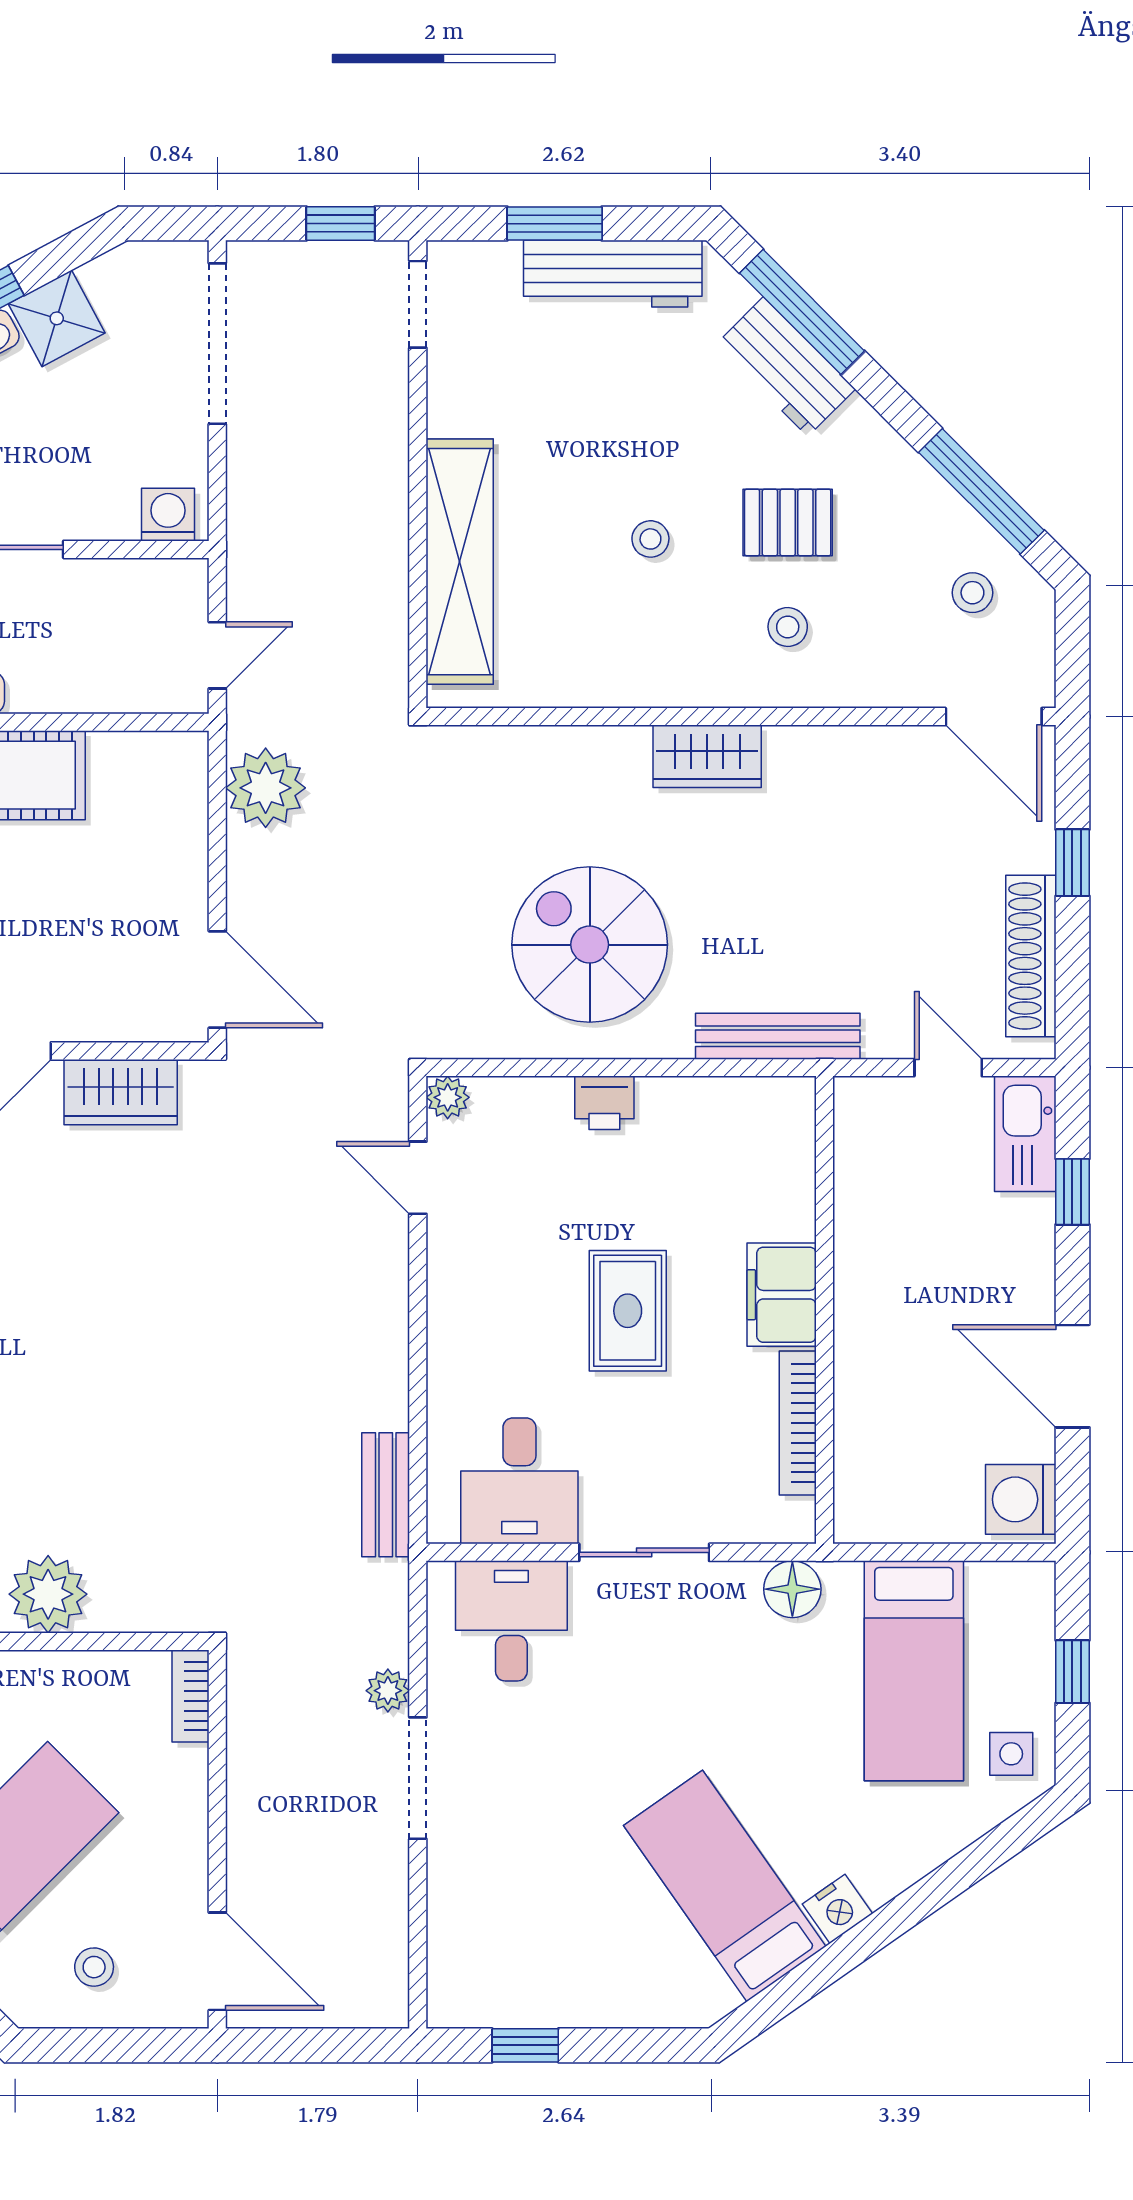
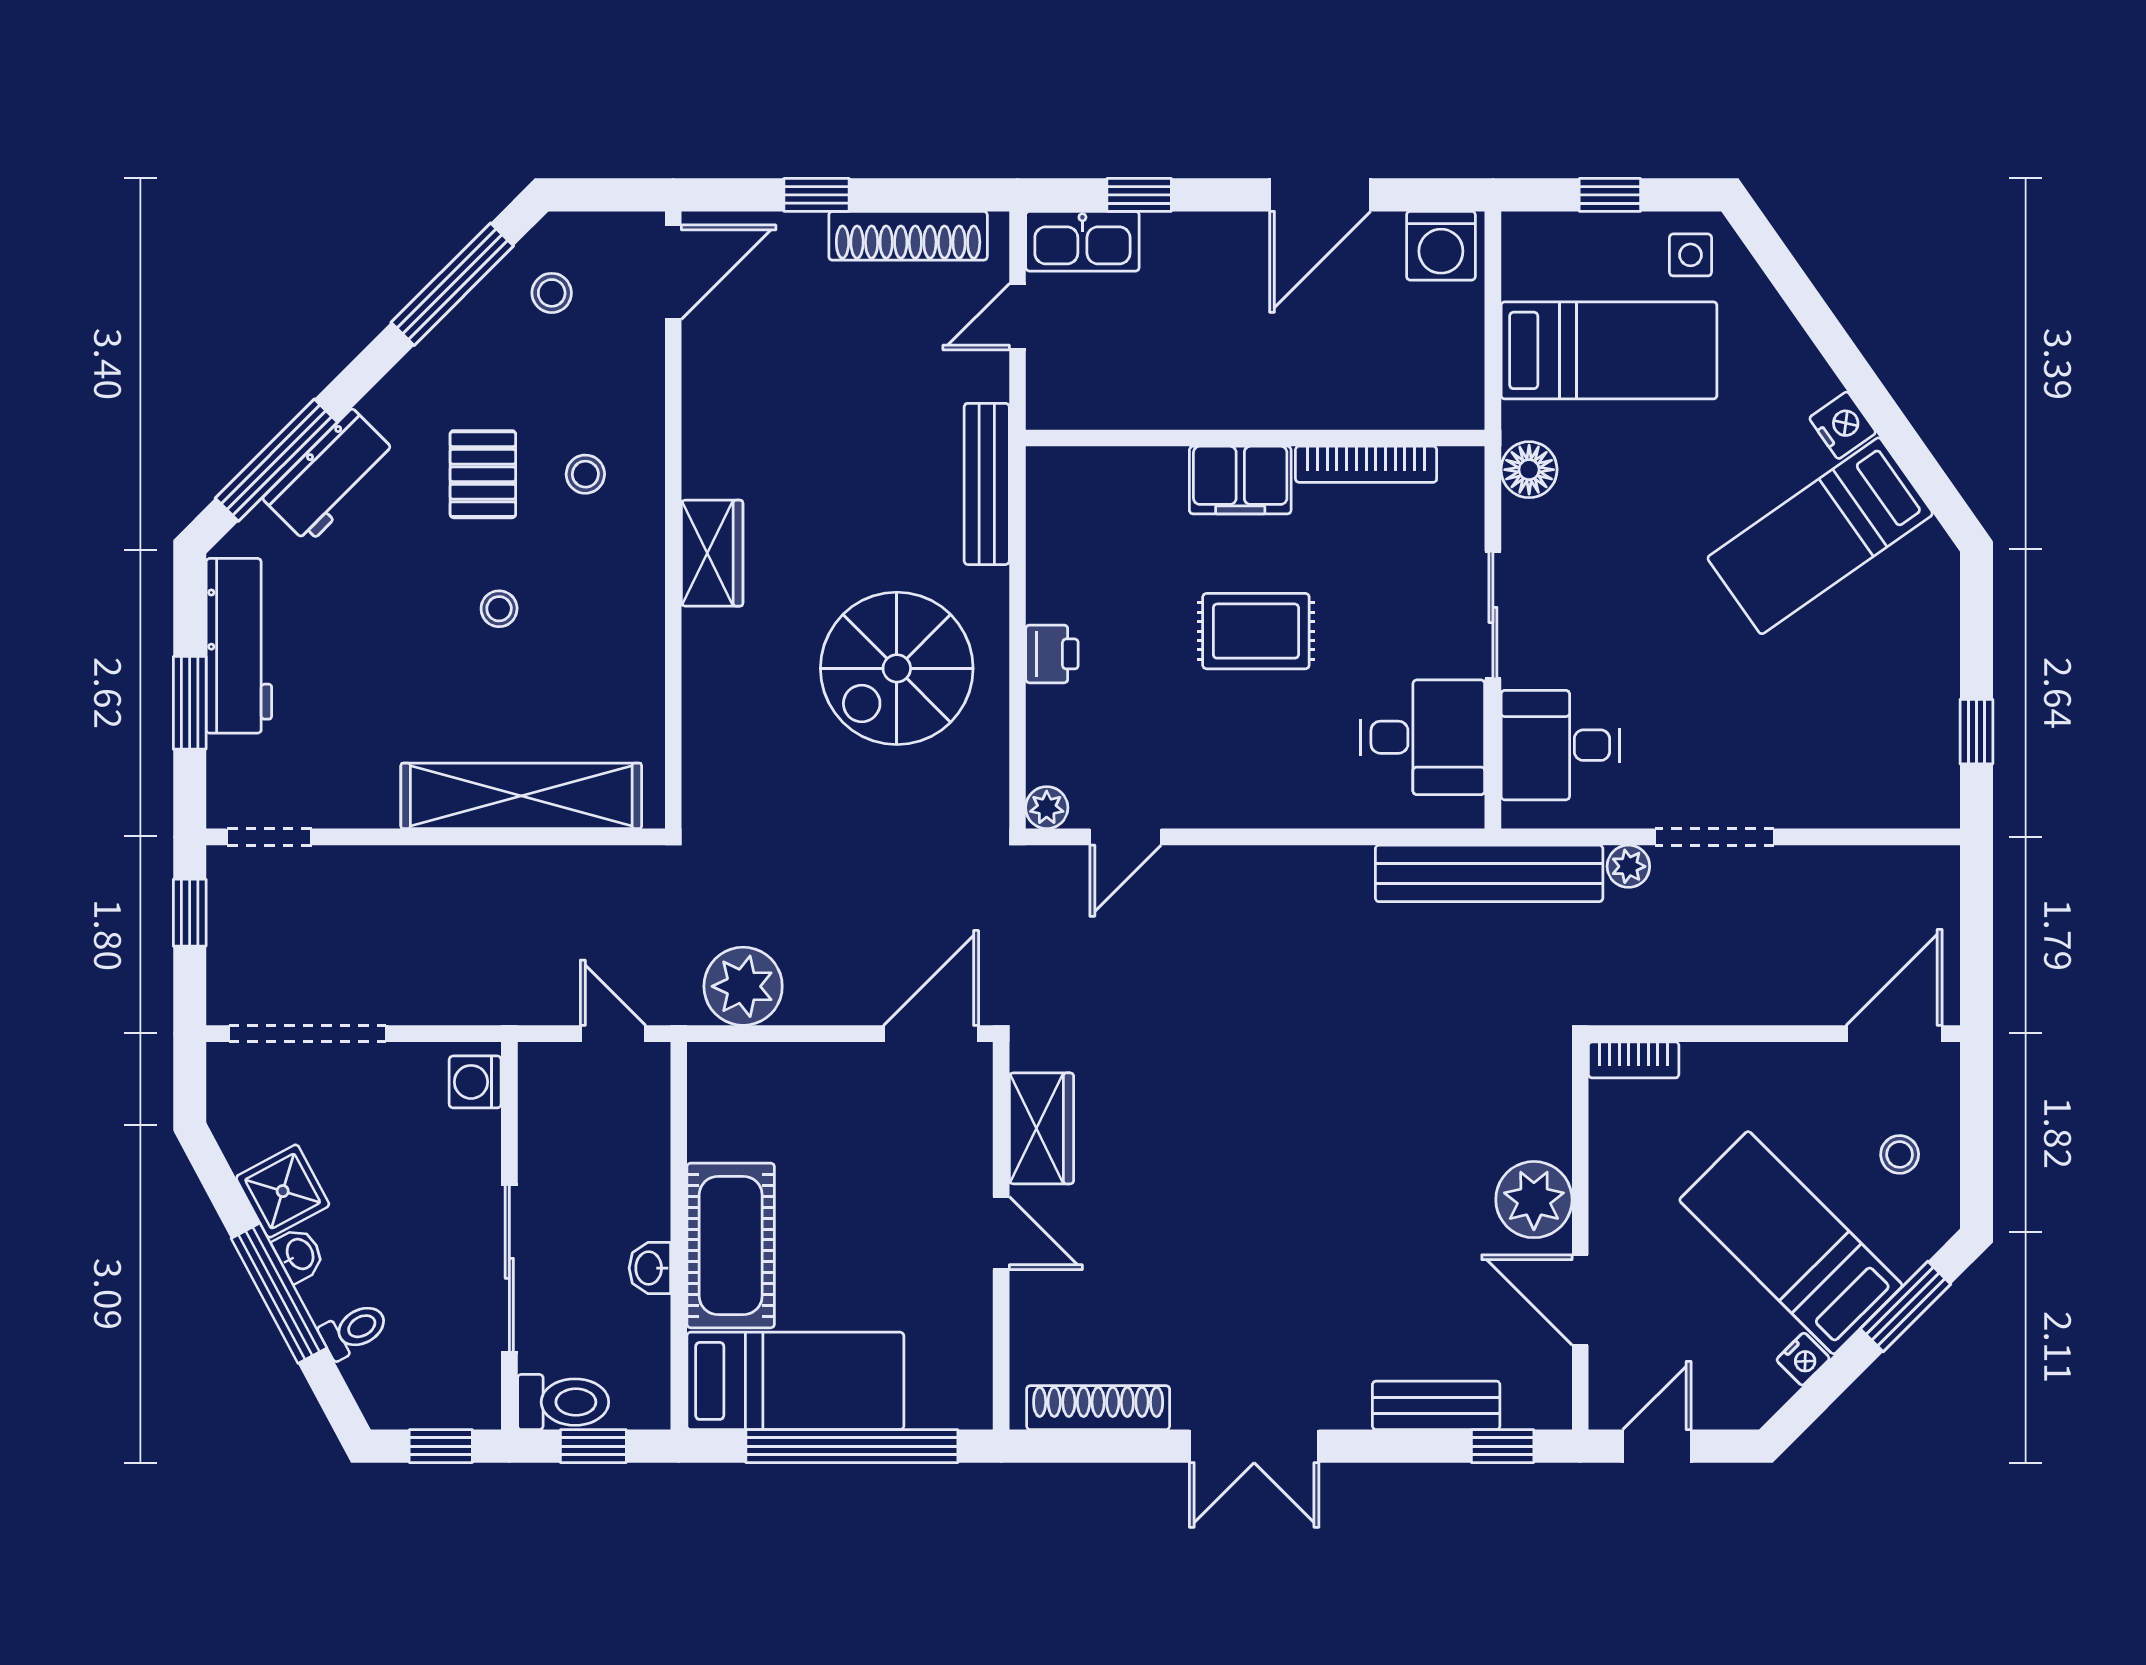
bench: (386, 1495) -> (1489, 873), width x1.86, depth x1.21

